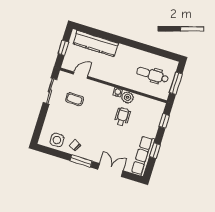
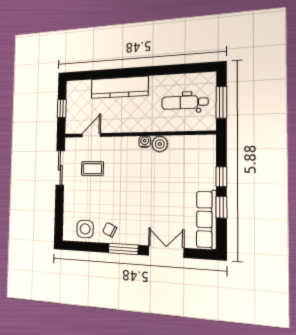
kitchen counter: (96, 44) -> (119, 87), moved
wheelchair: (122, 117) -> (161, 173), removed
window: (164, 121) -> (221, 177), moved

